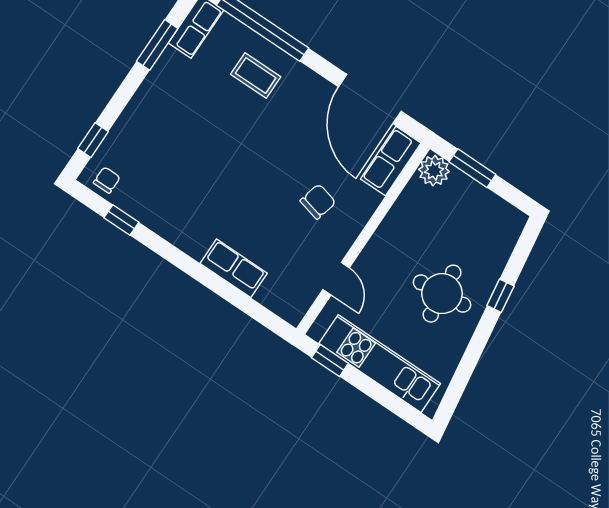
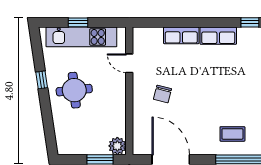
row of seats: (391, 161) -> (218, 36), moved, turned 90
window: (500, 296) -> (42, 80), moved
window: (330, 361) -> (78, 22), moved

